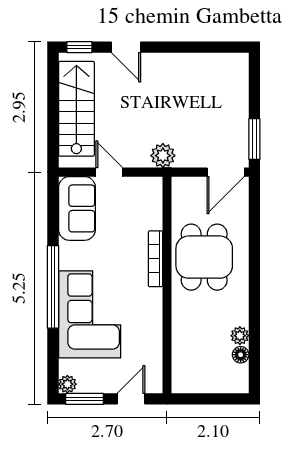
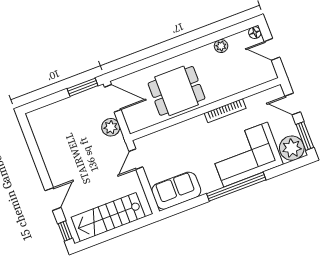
plant: (163, 156) -> (111, 127), moved
door: (109, 172) -> (136, 159), moved
bookcase: (155, 259) -> (225, 111), moved
floor lamp: (241, 355) -> (255, 33), moved
plant: (67, 384) -> (292, 148), width x1.87, depth x1.87
door: (211, 399) -> (272, 49), added

